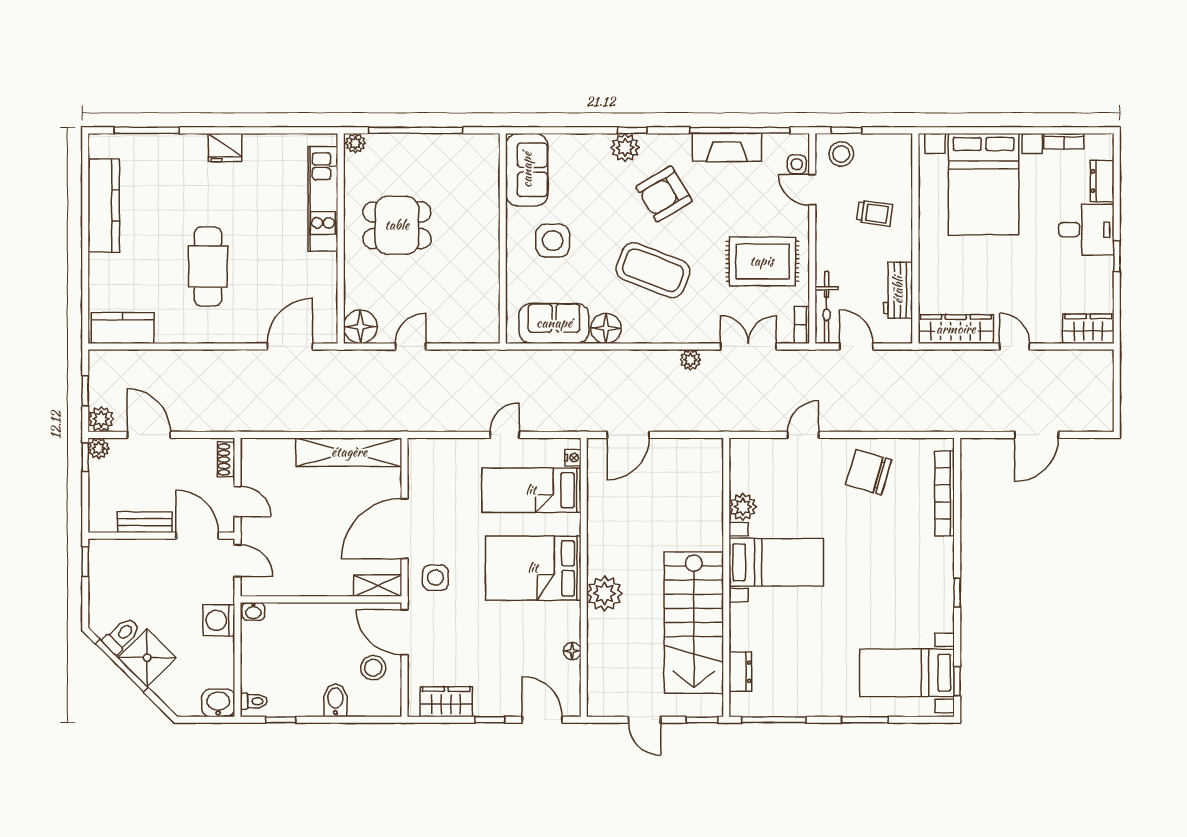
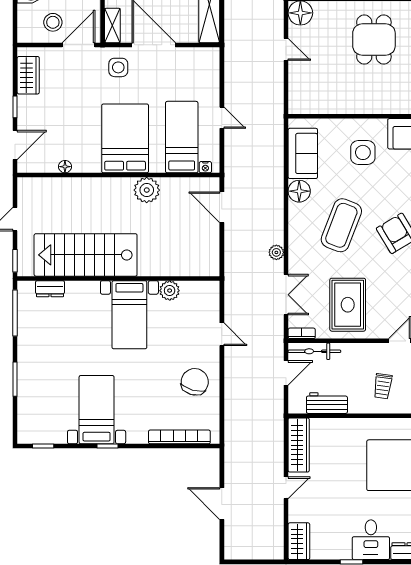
plant: (604, 593) -> (147, 190), moved
bed with nightstands: (907, 673) -> (97, 410), moved

